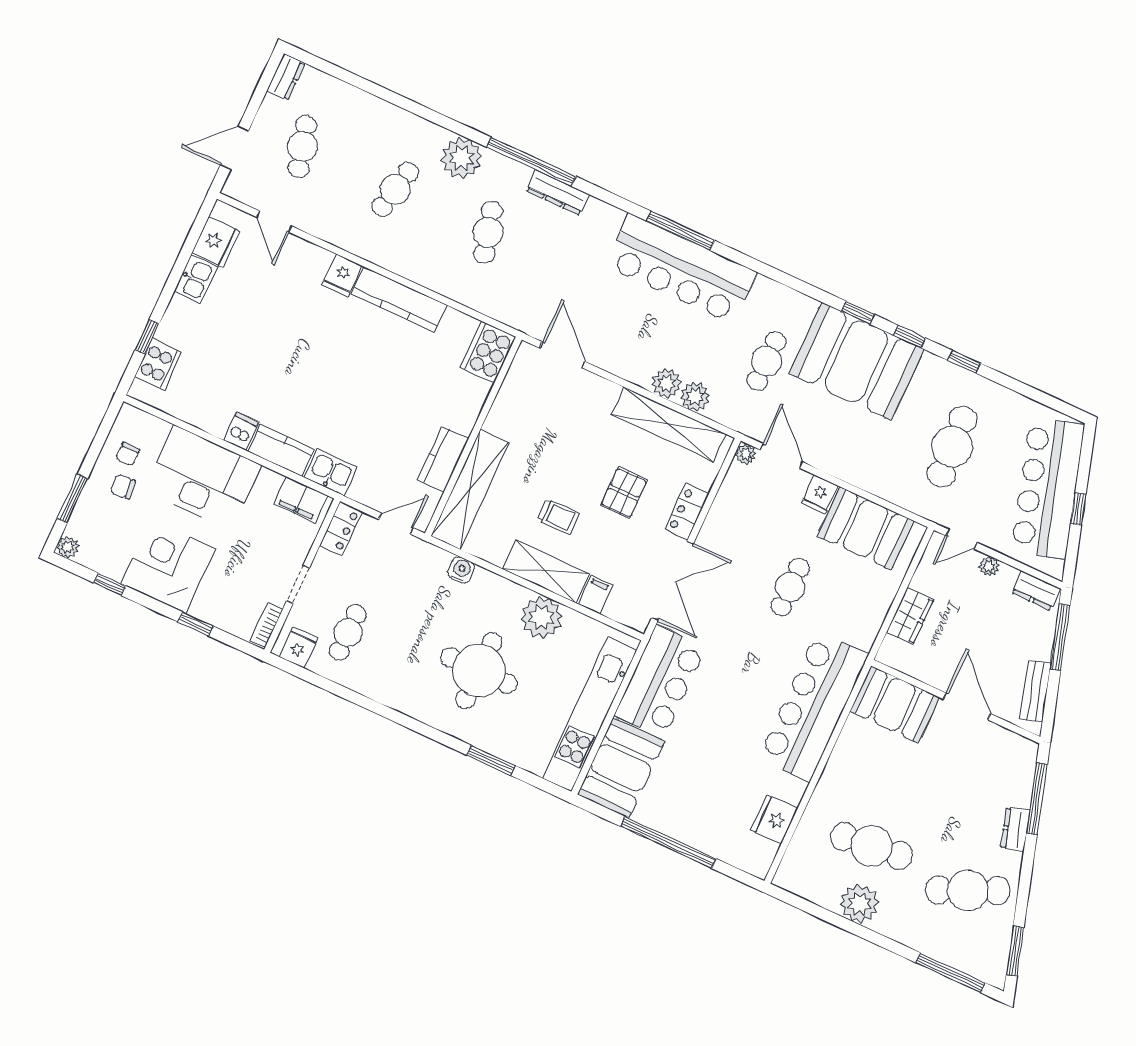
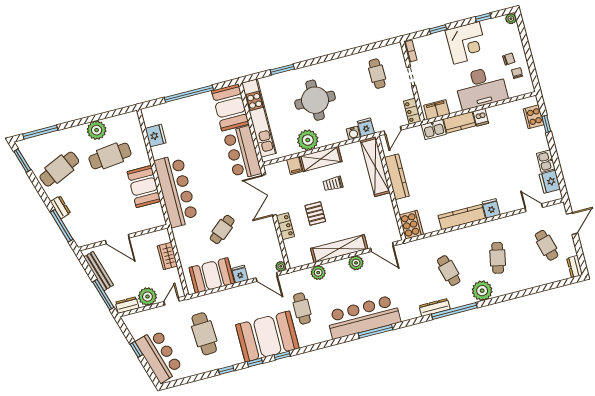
plant: (667, 383) -> (356, 263), moved
shelving: (669, 424) -> (339, 249), moved
kitchen counter: (443, 459) -> (397, 177), width x1.50
bar counter: (1048, 488) -> (159, 356), width x0.73
window: (72, 499) -> (524, 39), removed
plant: (989, 566) -> (147, 297), width x1.87, depth x1.87
cafe table: (790, 587) -> (222, 229), turned 50
fridge: (298, 648) -> (366, 127), moved, turned 180
bench: (1036, 691) -> (99, 271), width x1.36
booth: (895, 705) -> (144, 187), moved, turned 90

